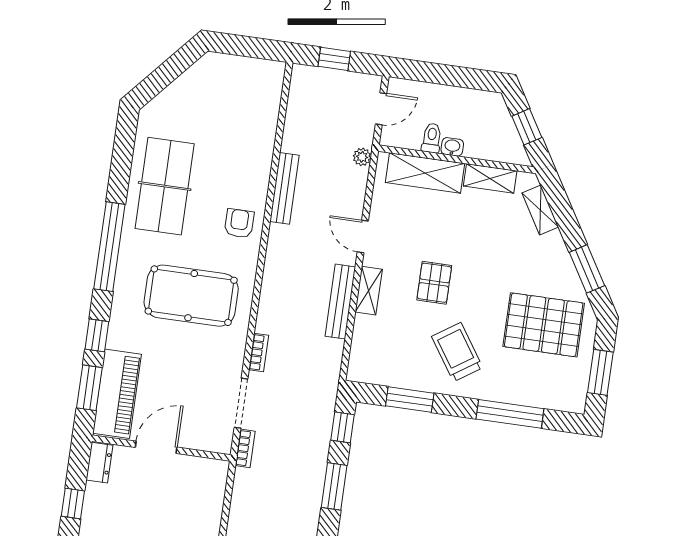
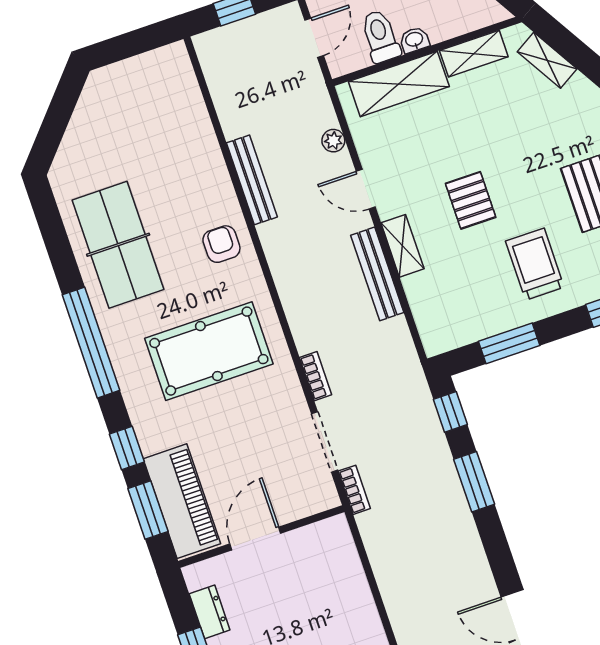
toilet: (432, 138) -> (380, 36), width x1.37, depth x1.39
plant: (362, 157) -> (333, 141), moved
trolley: (457, 352) -> (535, 264), turned 34
dresser: (99, 463) -> (210, 612), moved

